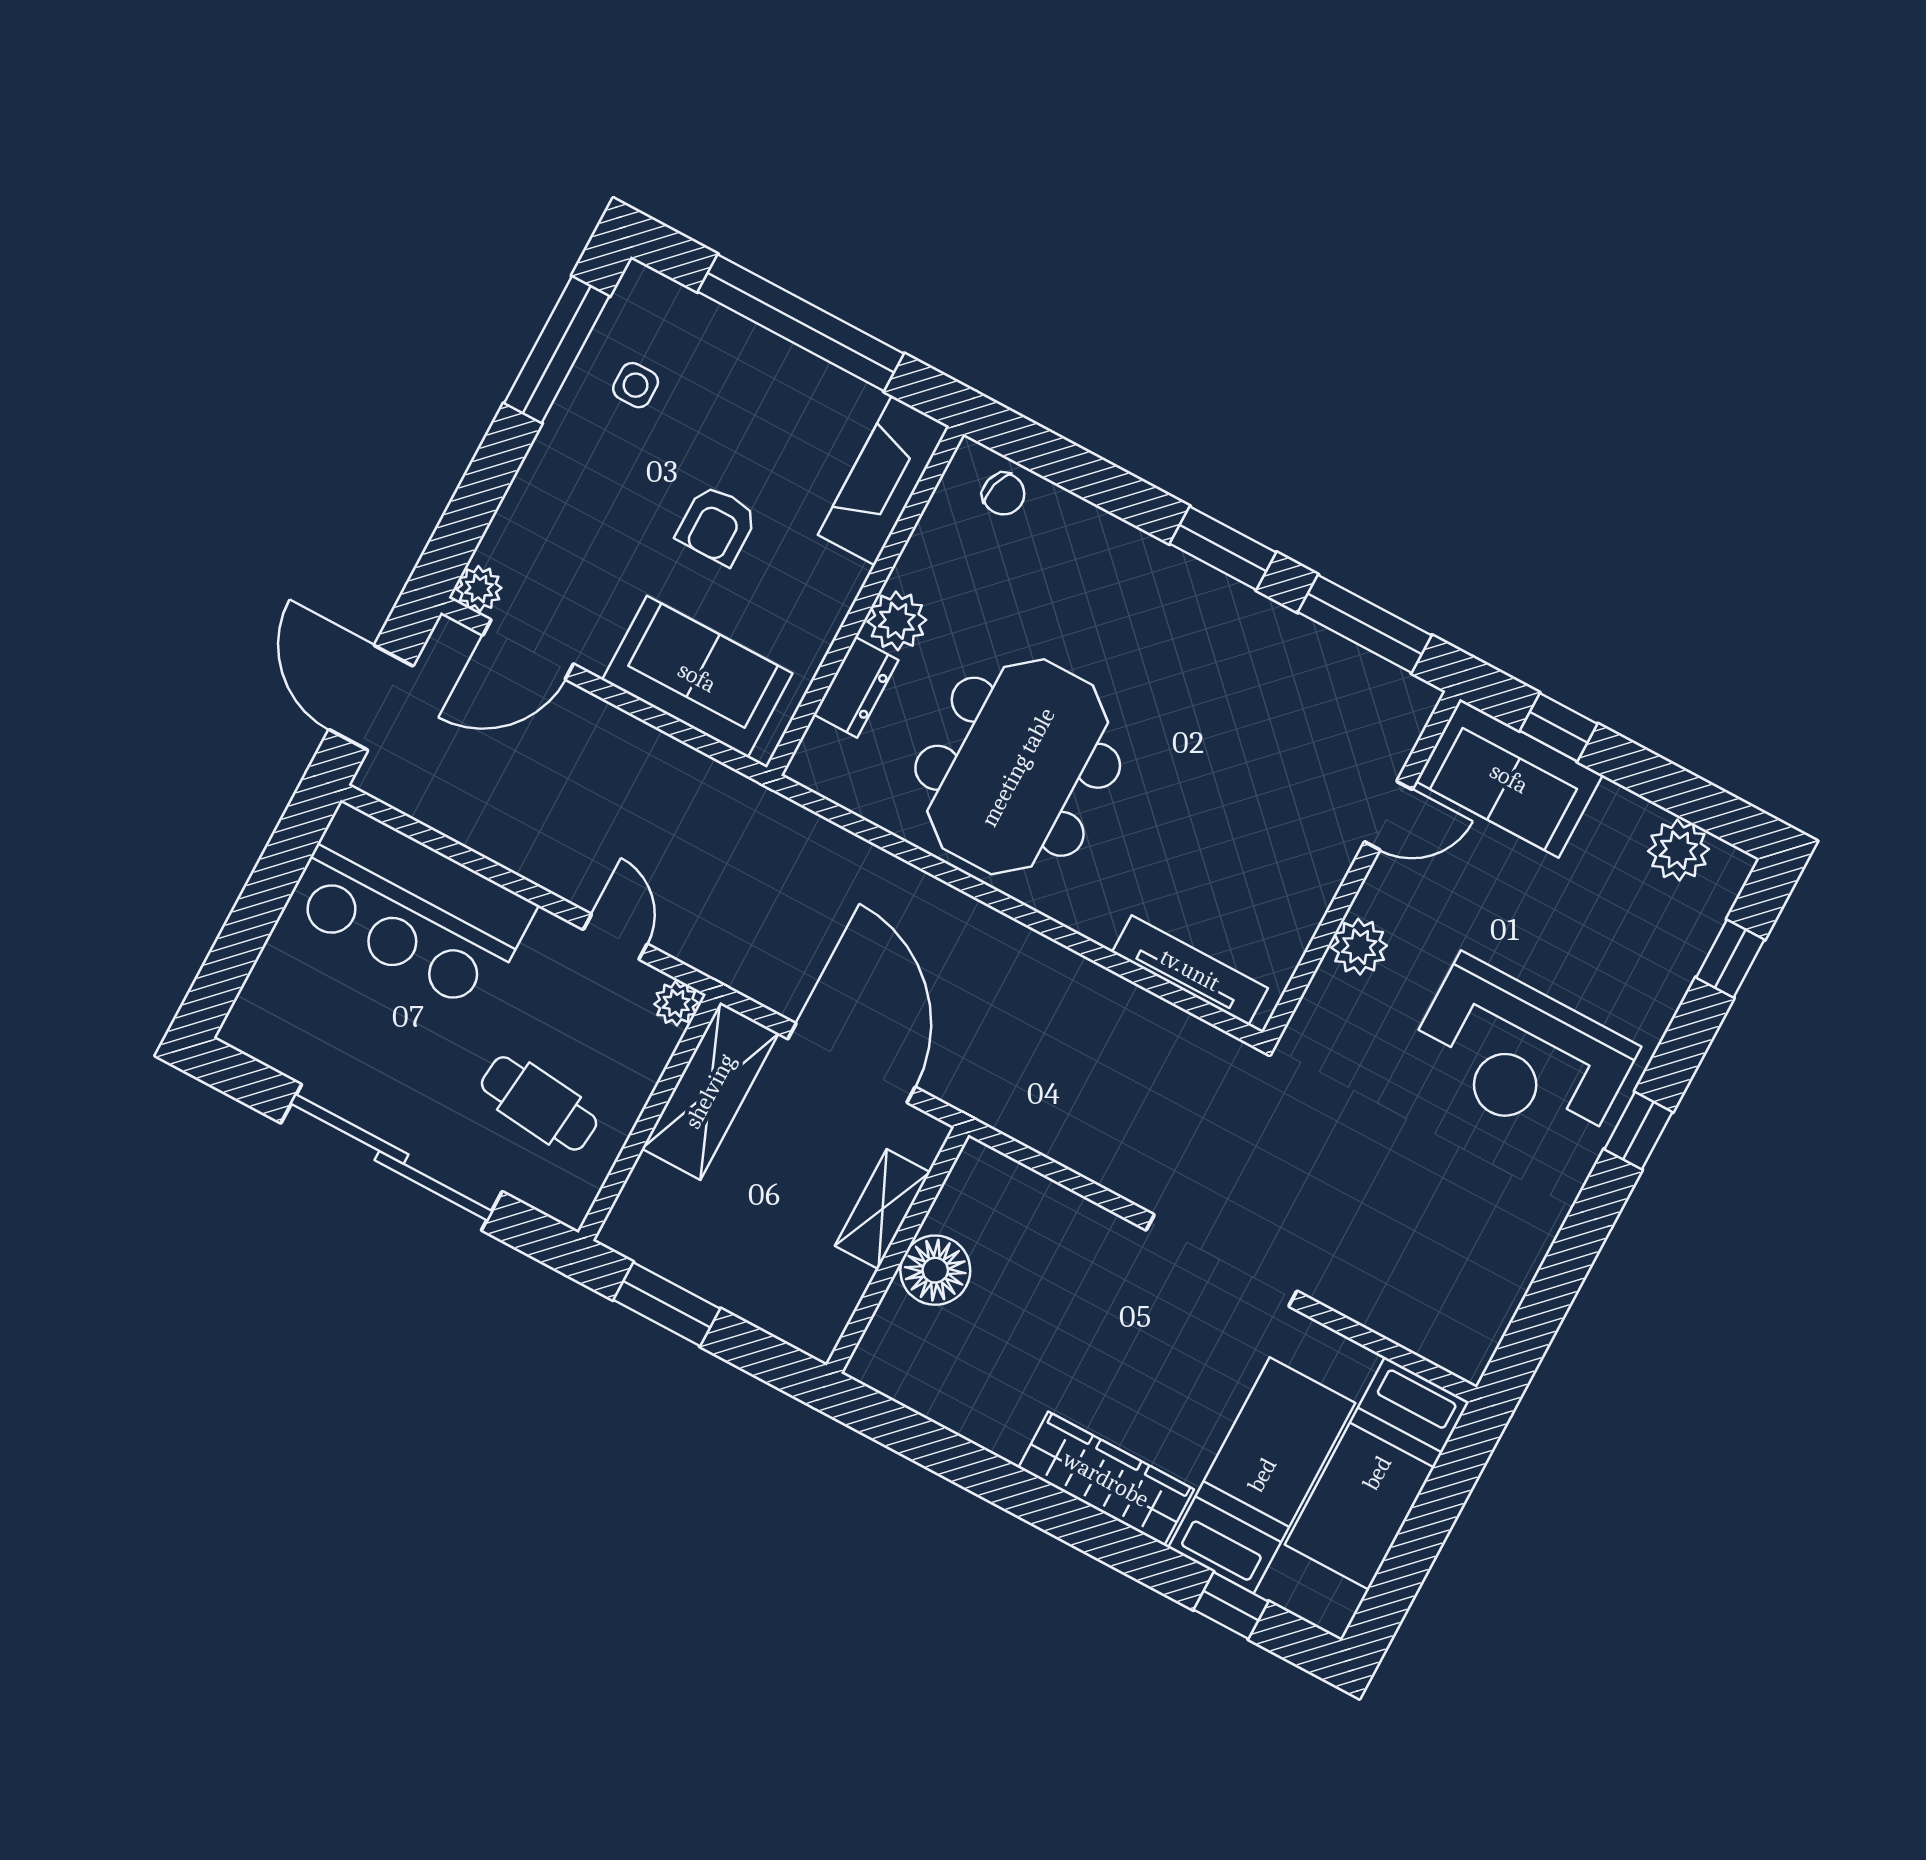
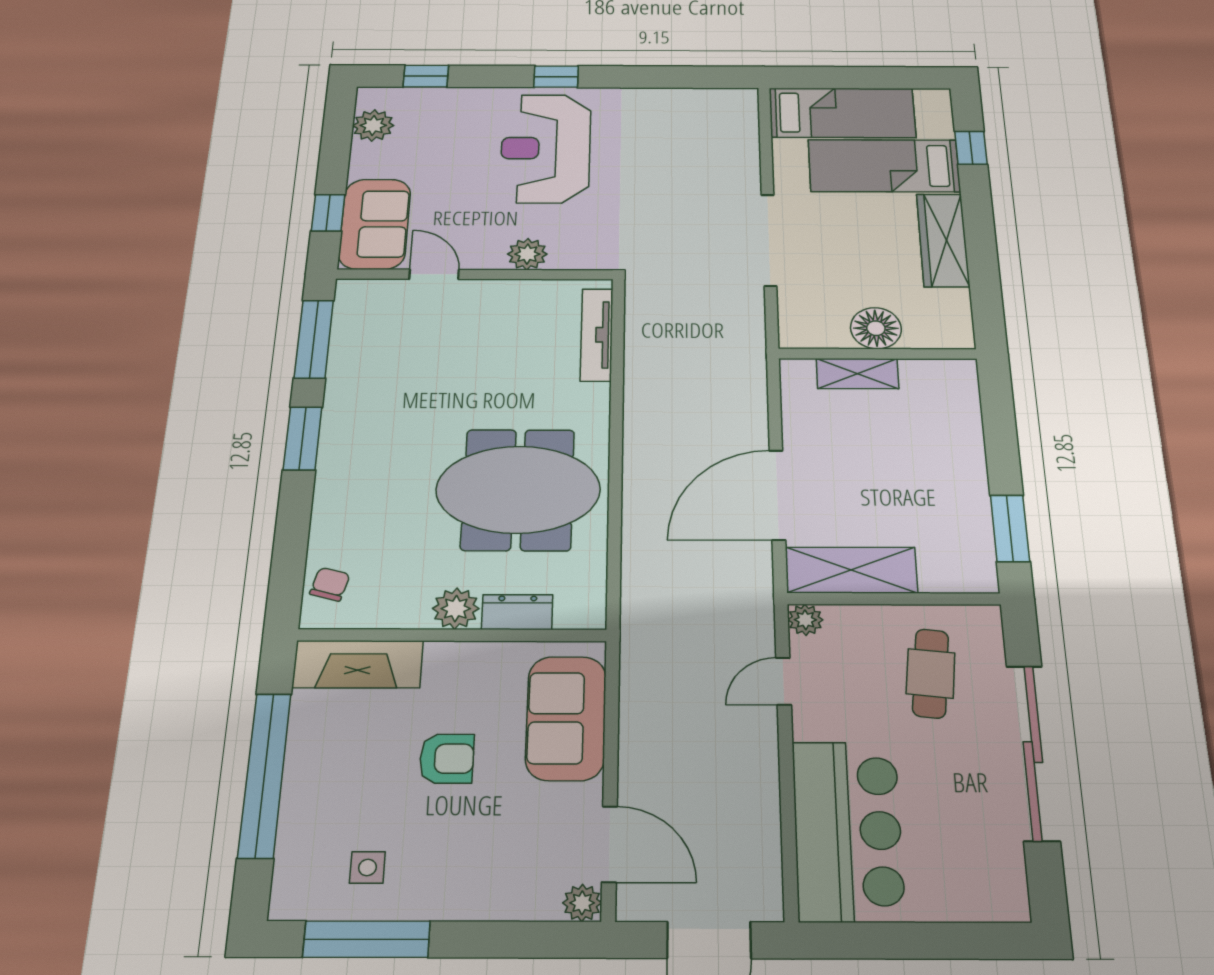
reception desk: (1521, 1055) -> (546, 148), turned 180
shelving: (882, 1209) -> (857, 374), moved
wall: (898, 1250) -> (878, 354), moved
floor lamp: (935, 1270) -> (876, 328), moved

